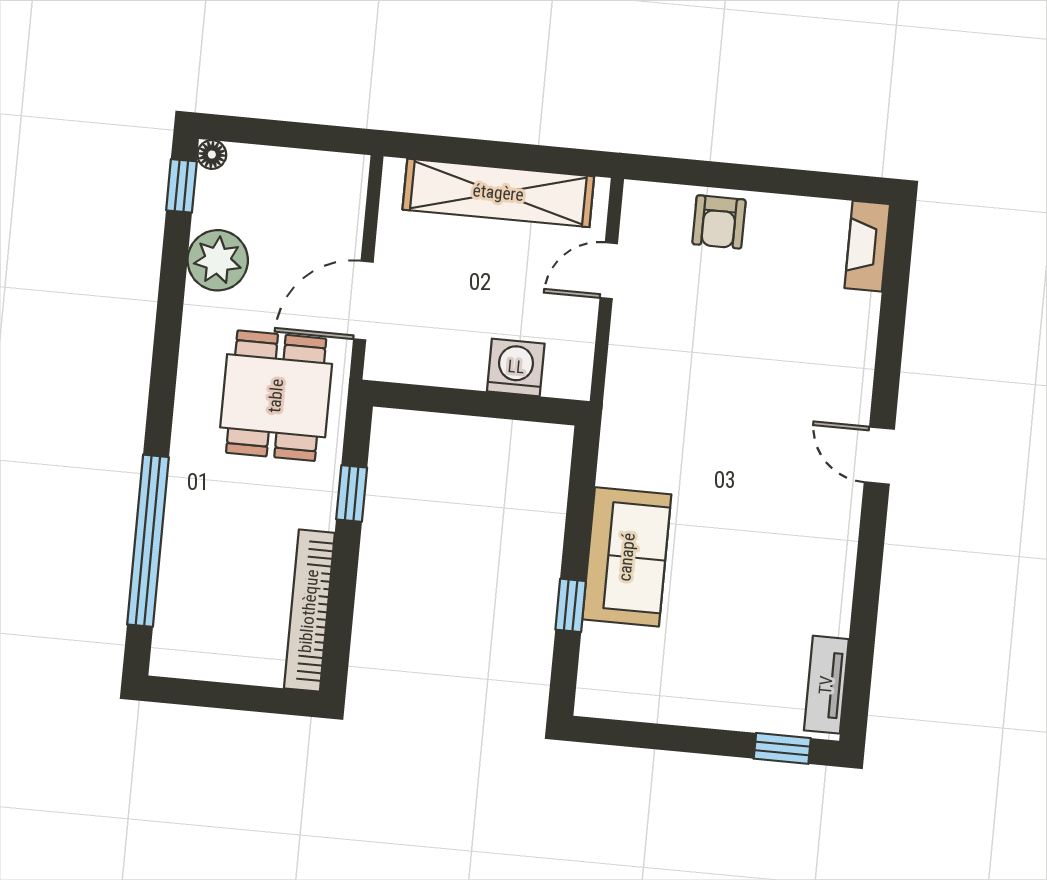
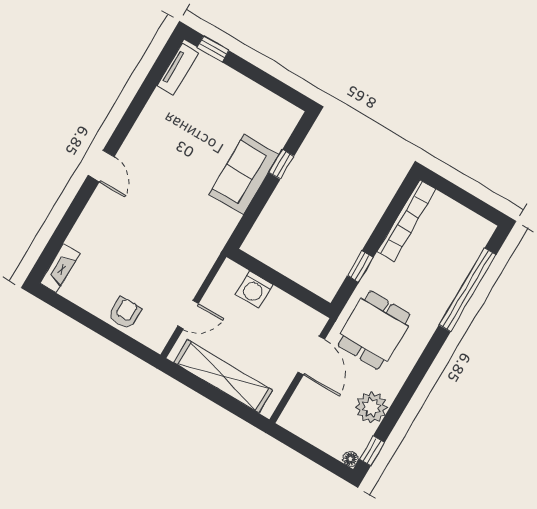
door: (363, 300) -> (311, 356), hinge flipped

